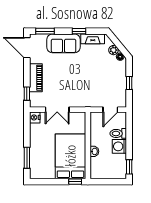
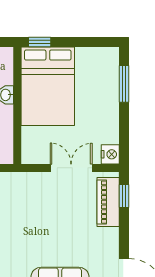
piano: (36, 78) -> (108, 202), moved

